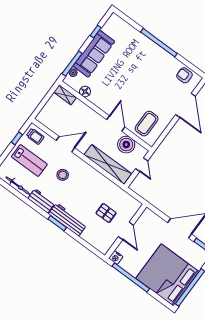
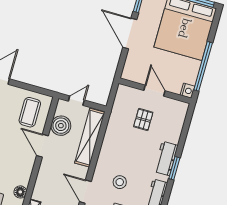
door: (116, 123) -> (42, 146), hinge flipped
coffee table: (147, 124) -> (30, 112), turned 90
workbench: (68, 219) -> (166, 159), width x0.73
door: (126, 231) -> (154, 91), hinge flipped

